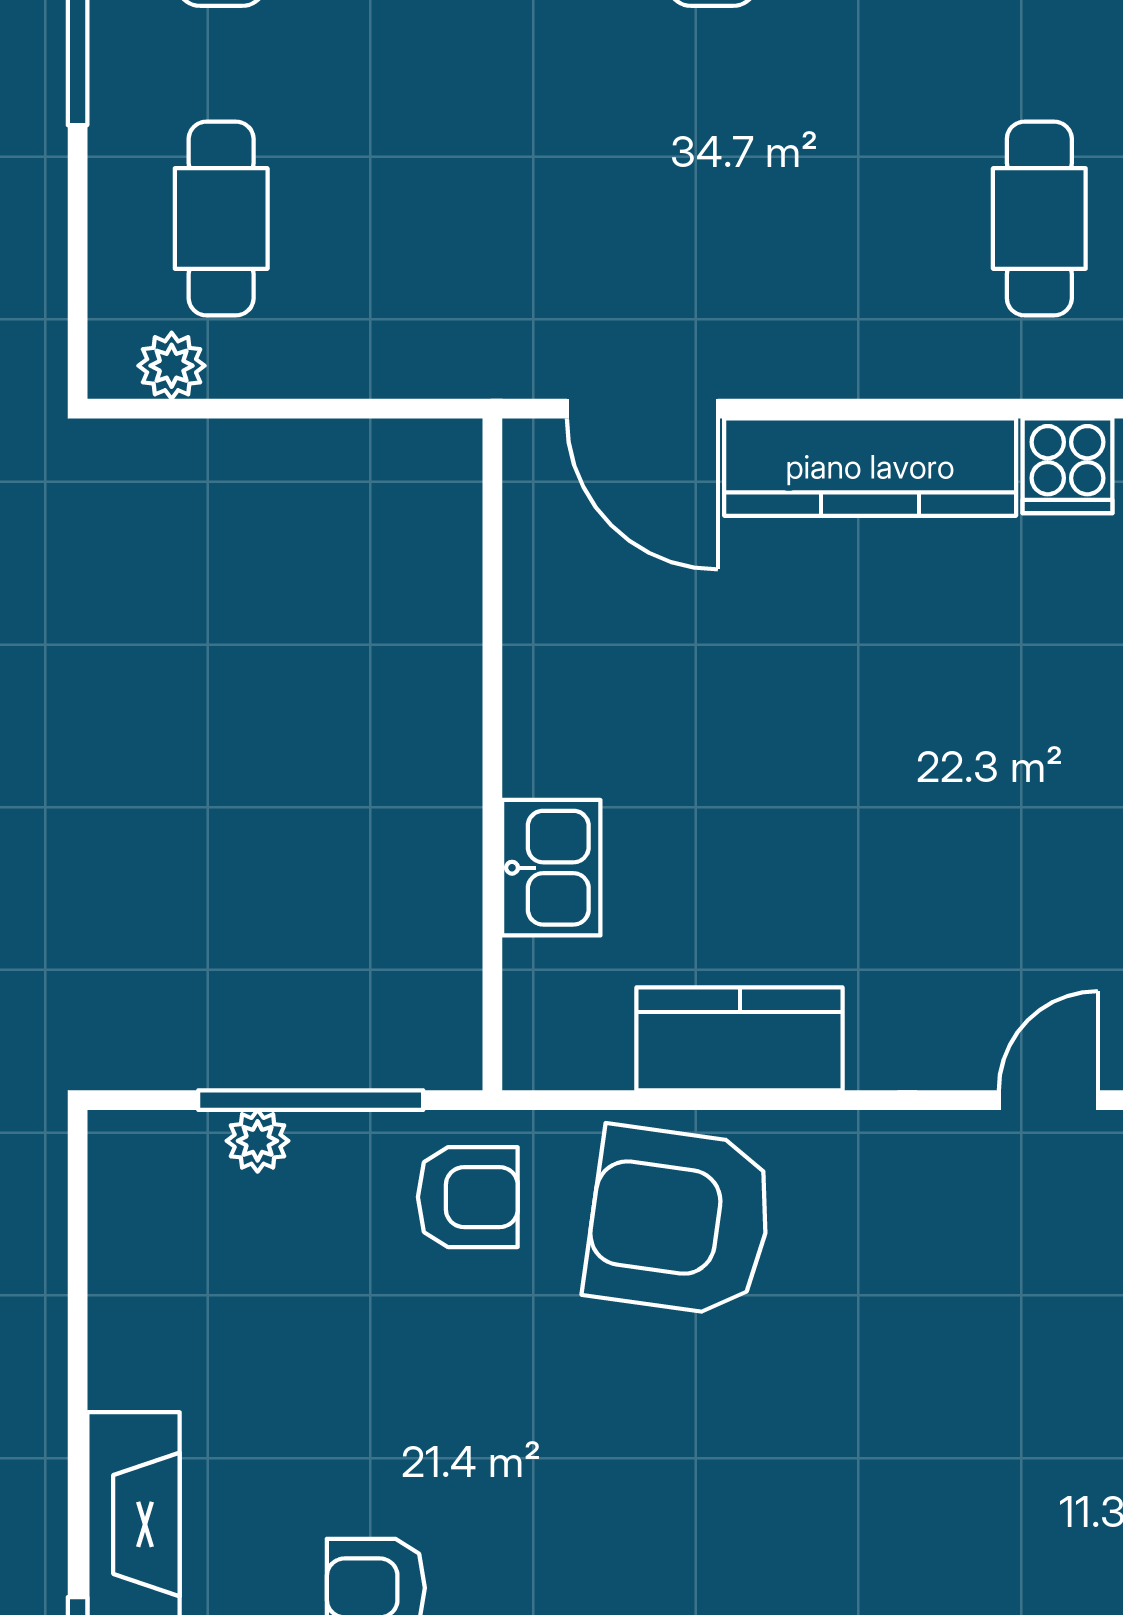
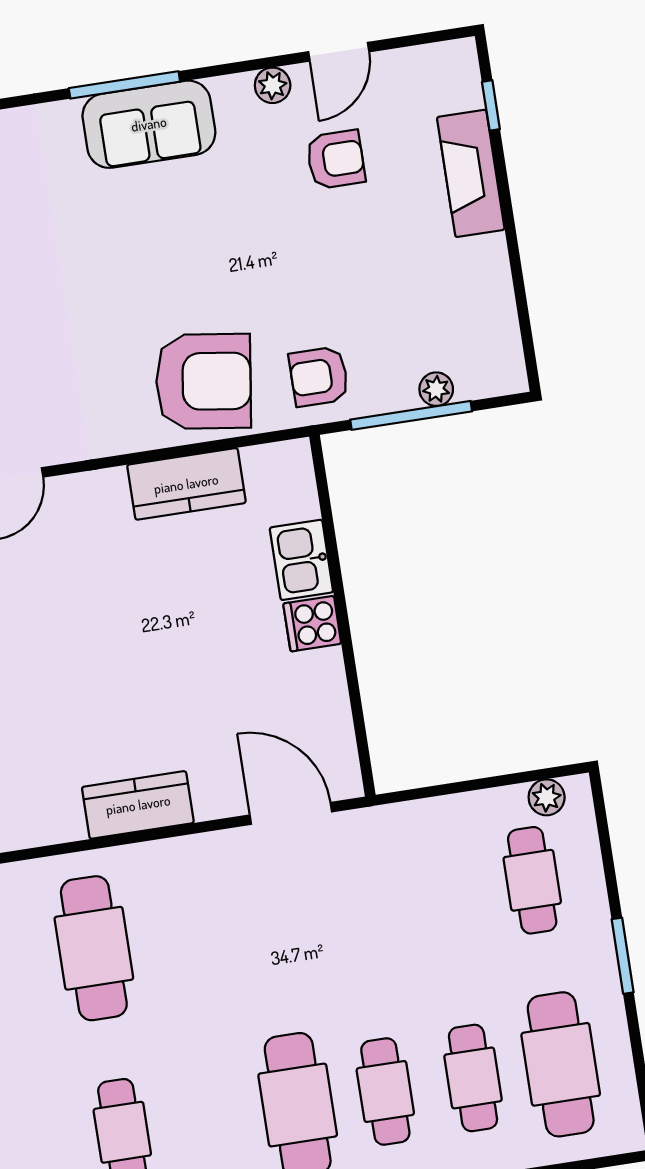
cafe table: (1039, 218) -> (94, 948), width x1.37, depth x1.35
cooker: (1068, 466) -> (312, 624), moved, turned -90
kitchen counter: (870, 467) -> (138, 805), width x0.67

